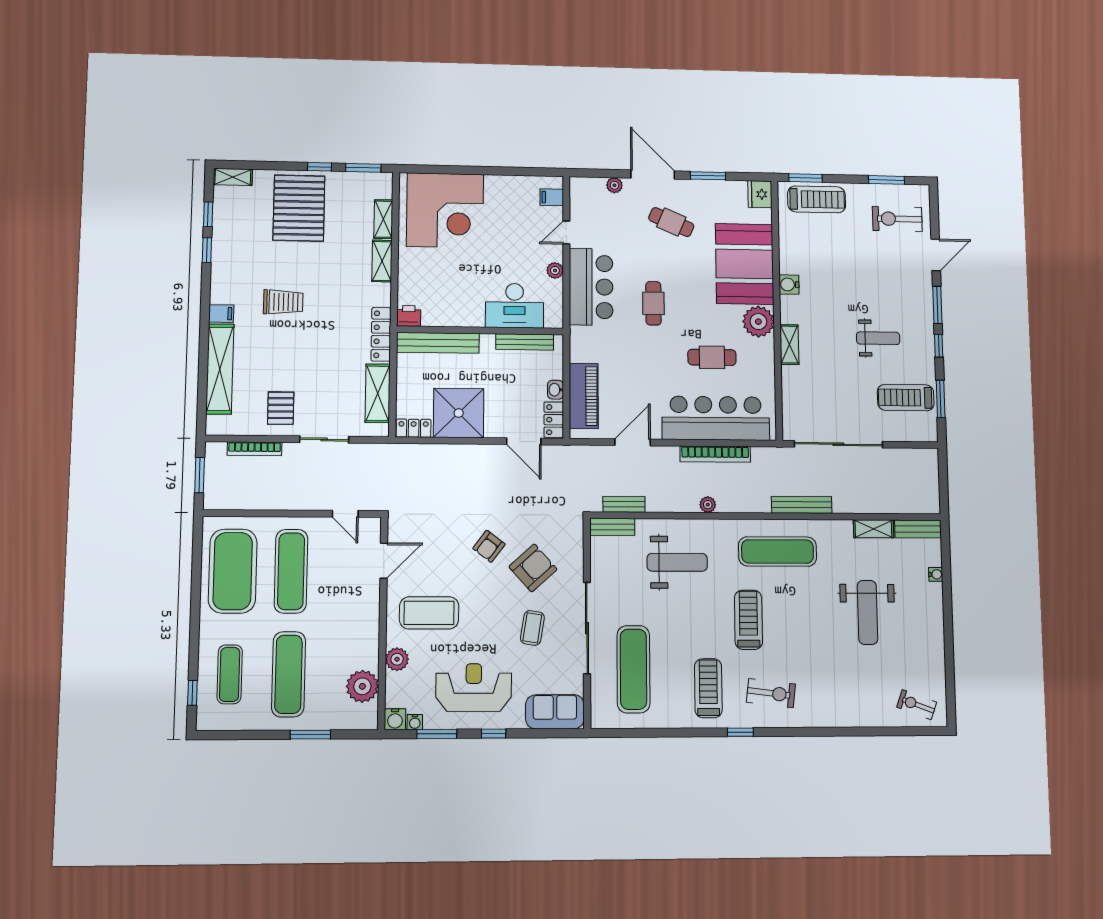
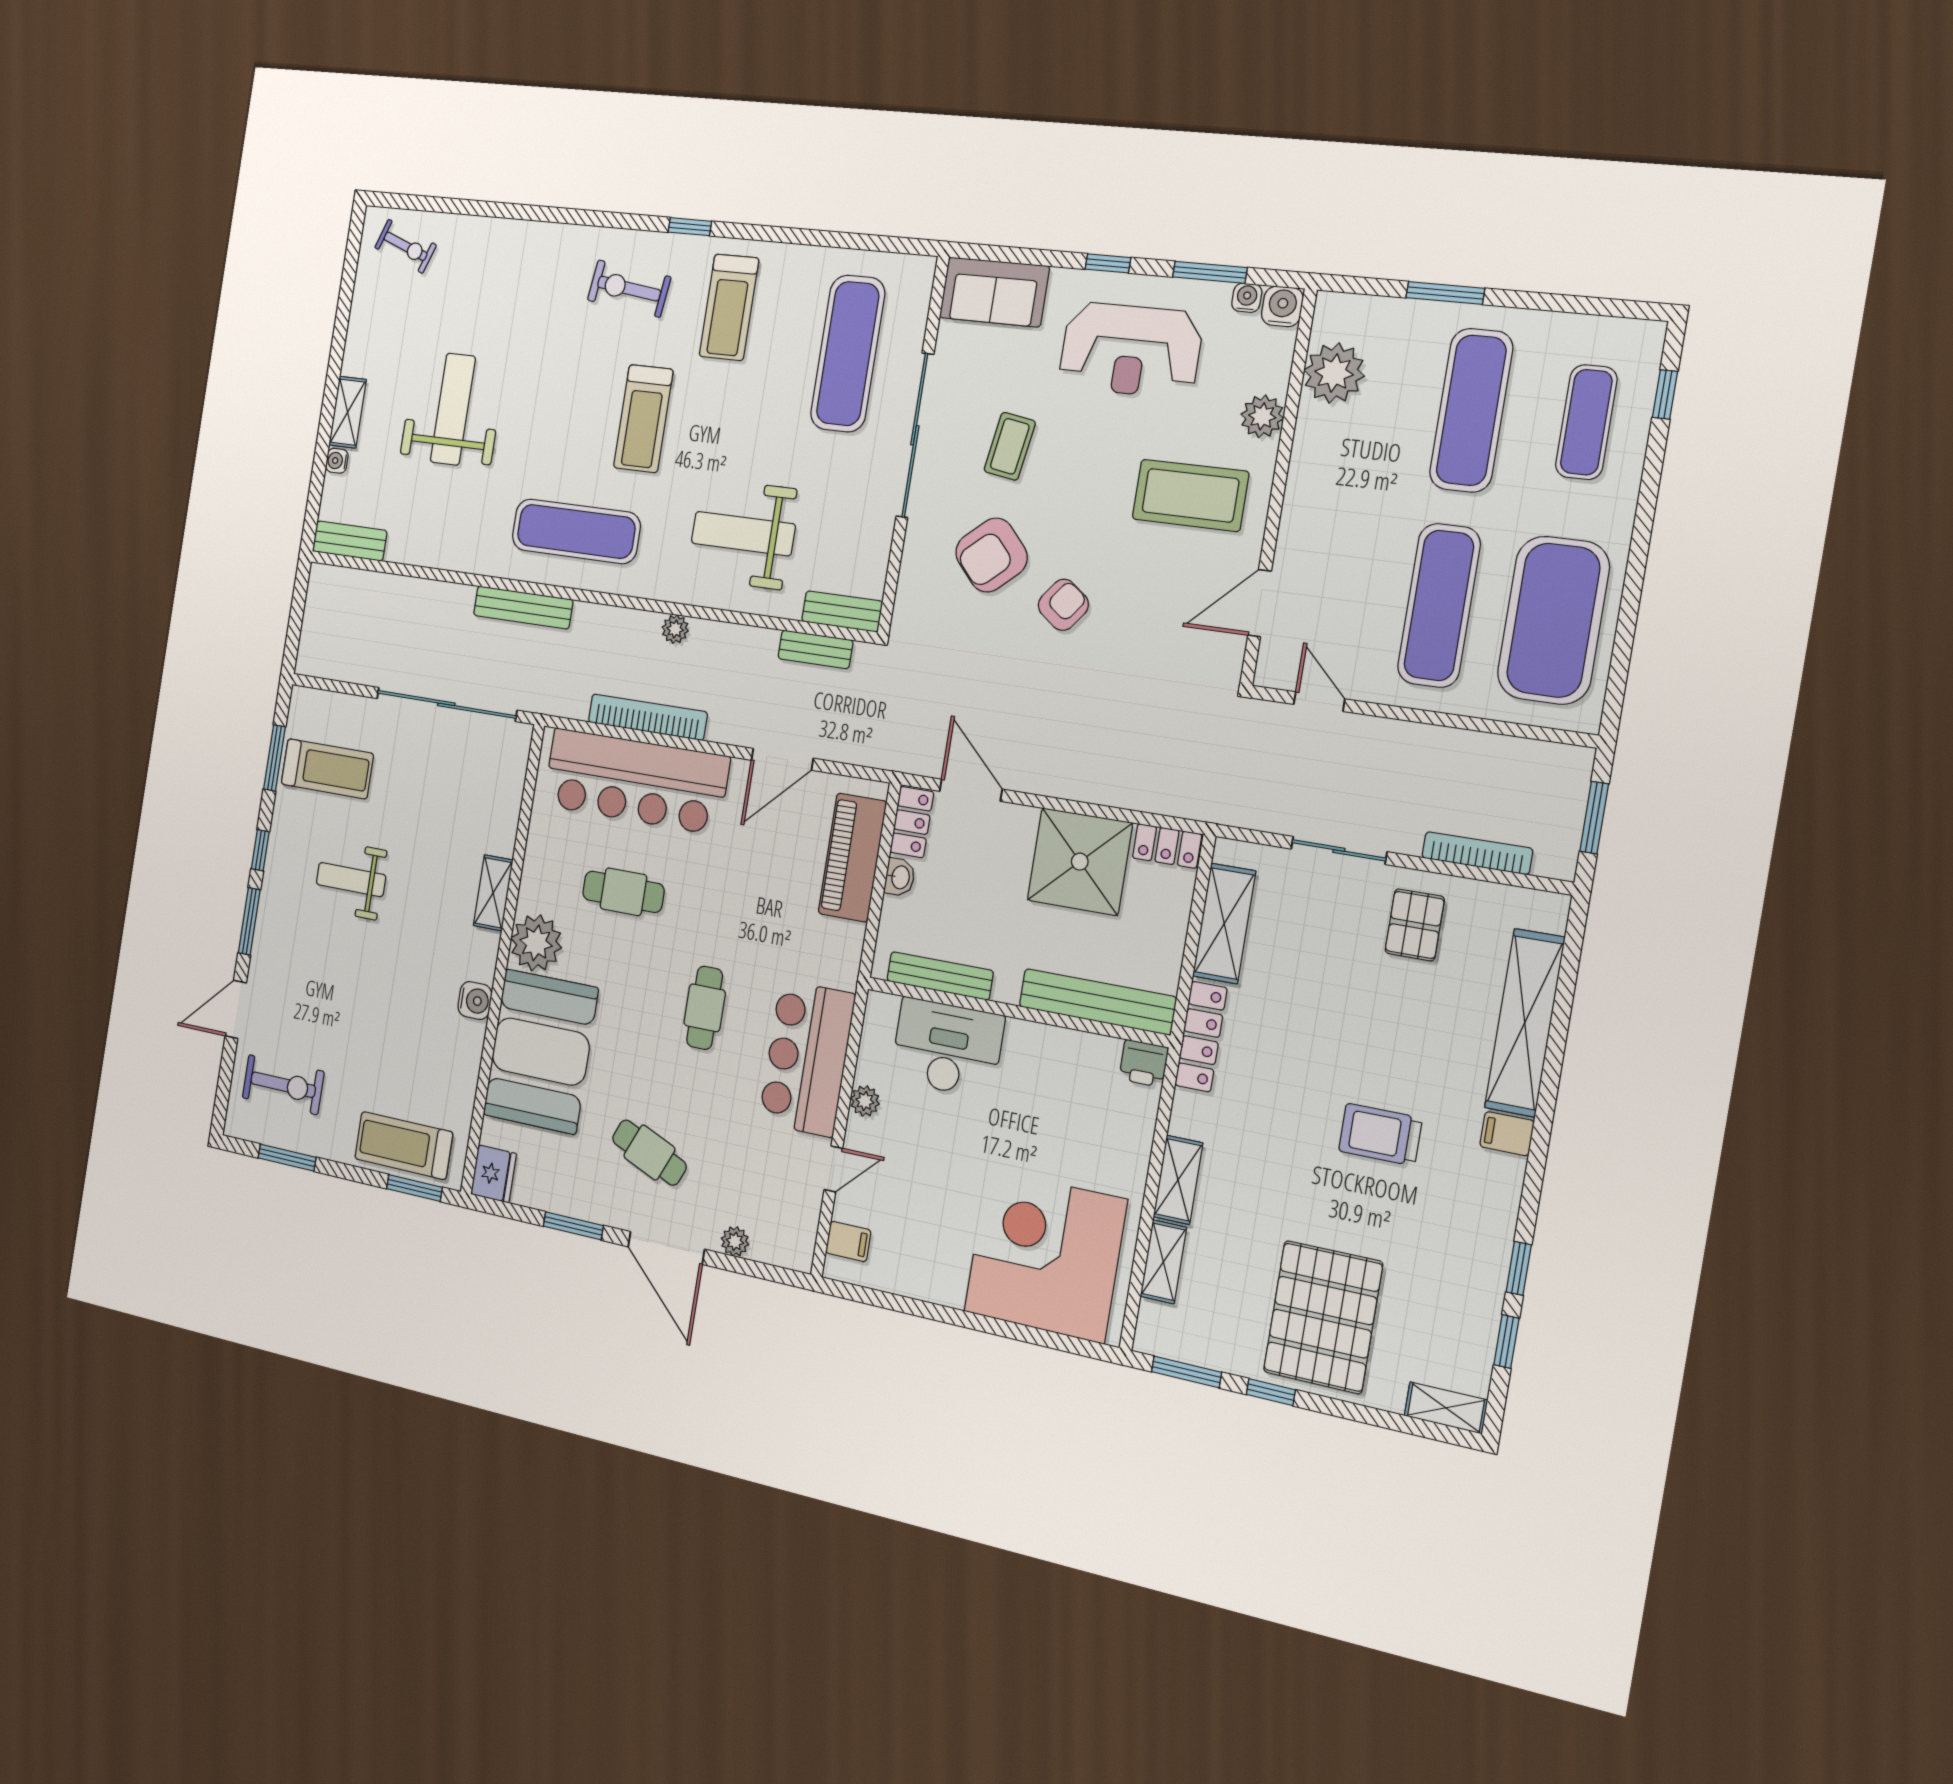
shelving: (873, 529) -> (348, 412), moved, turned 90

